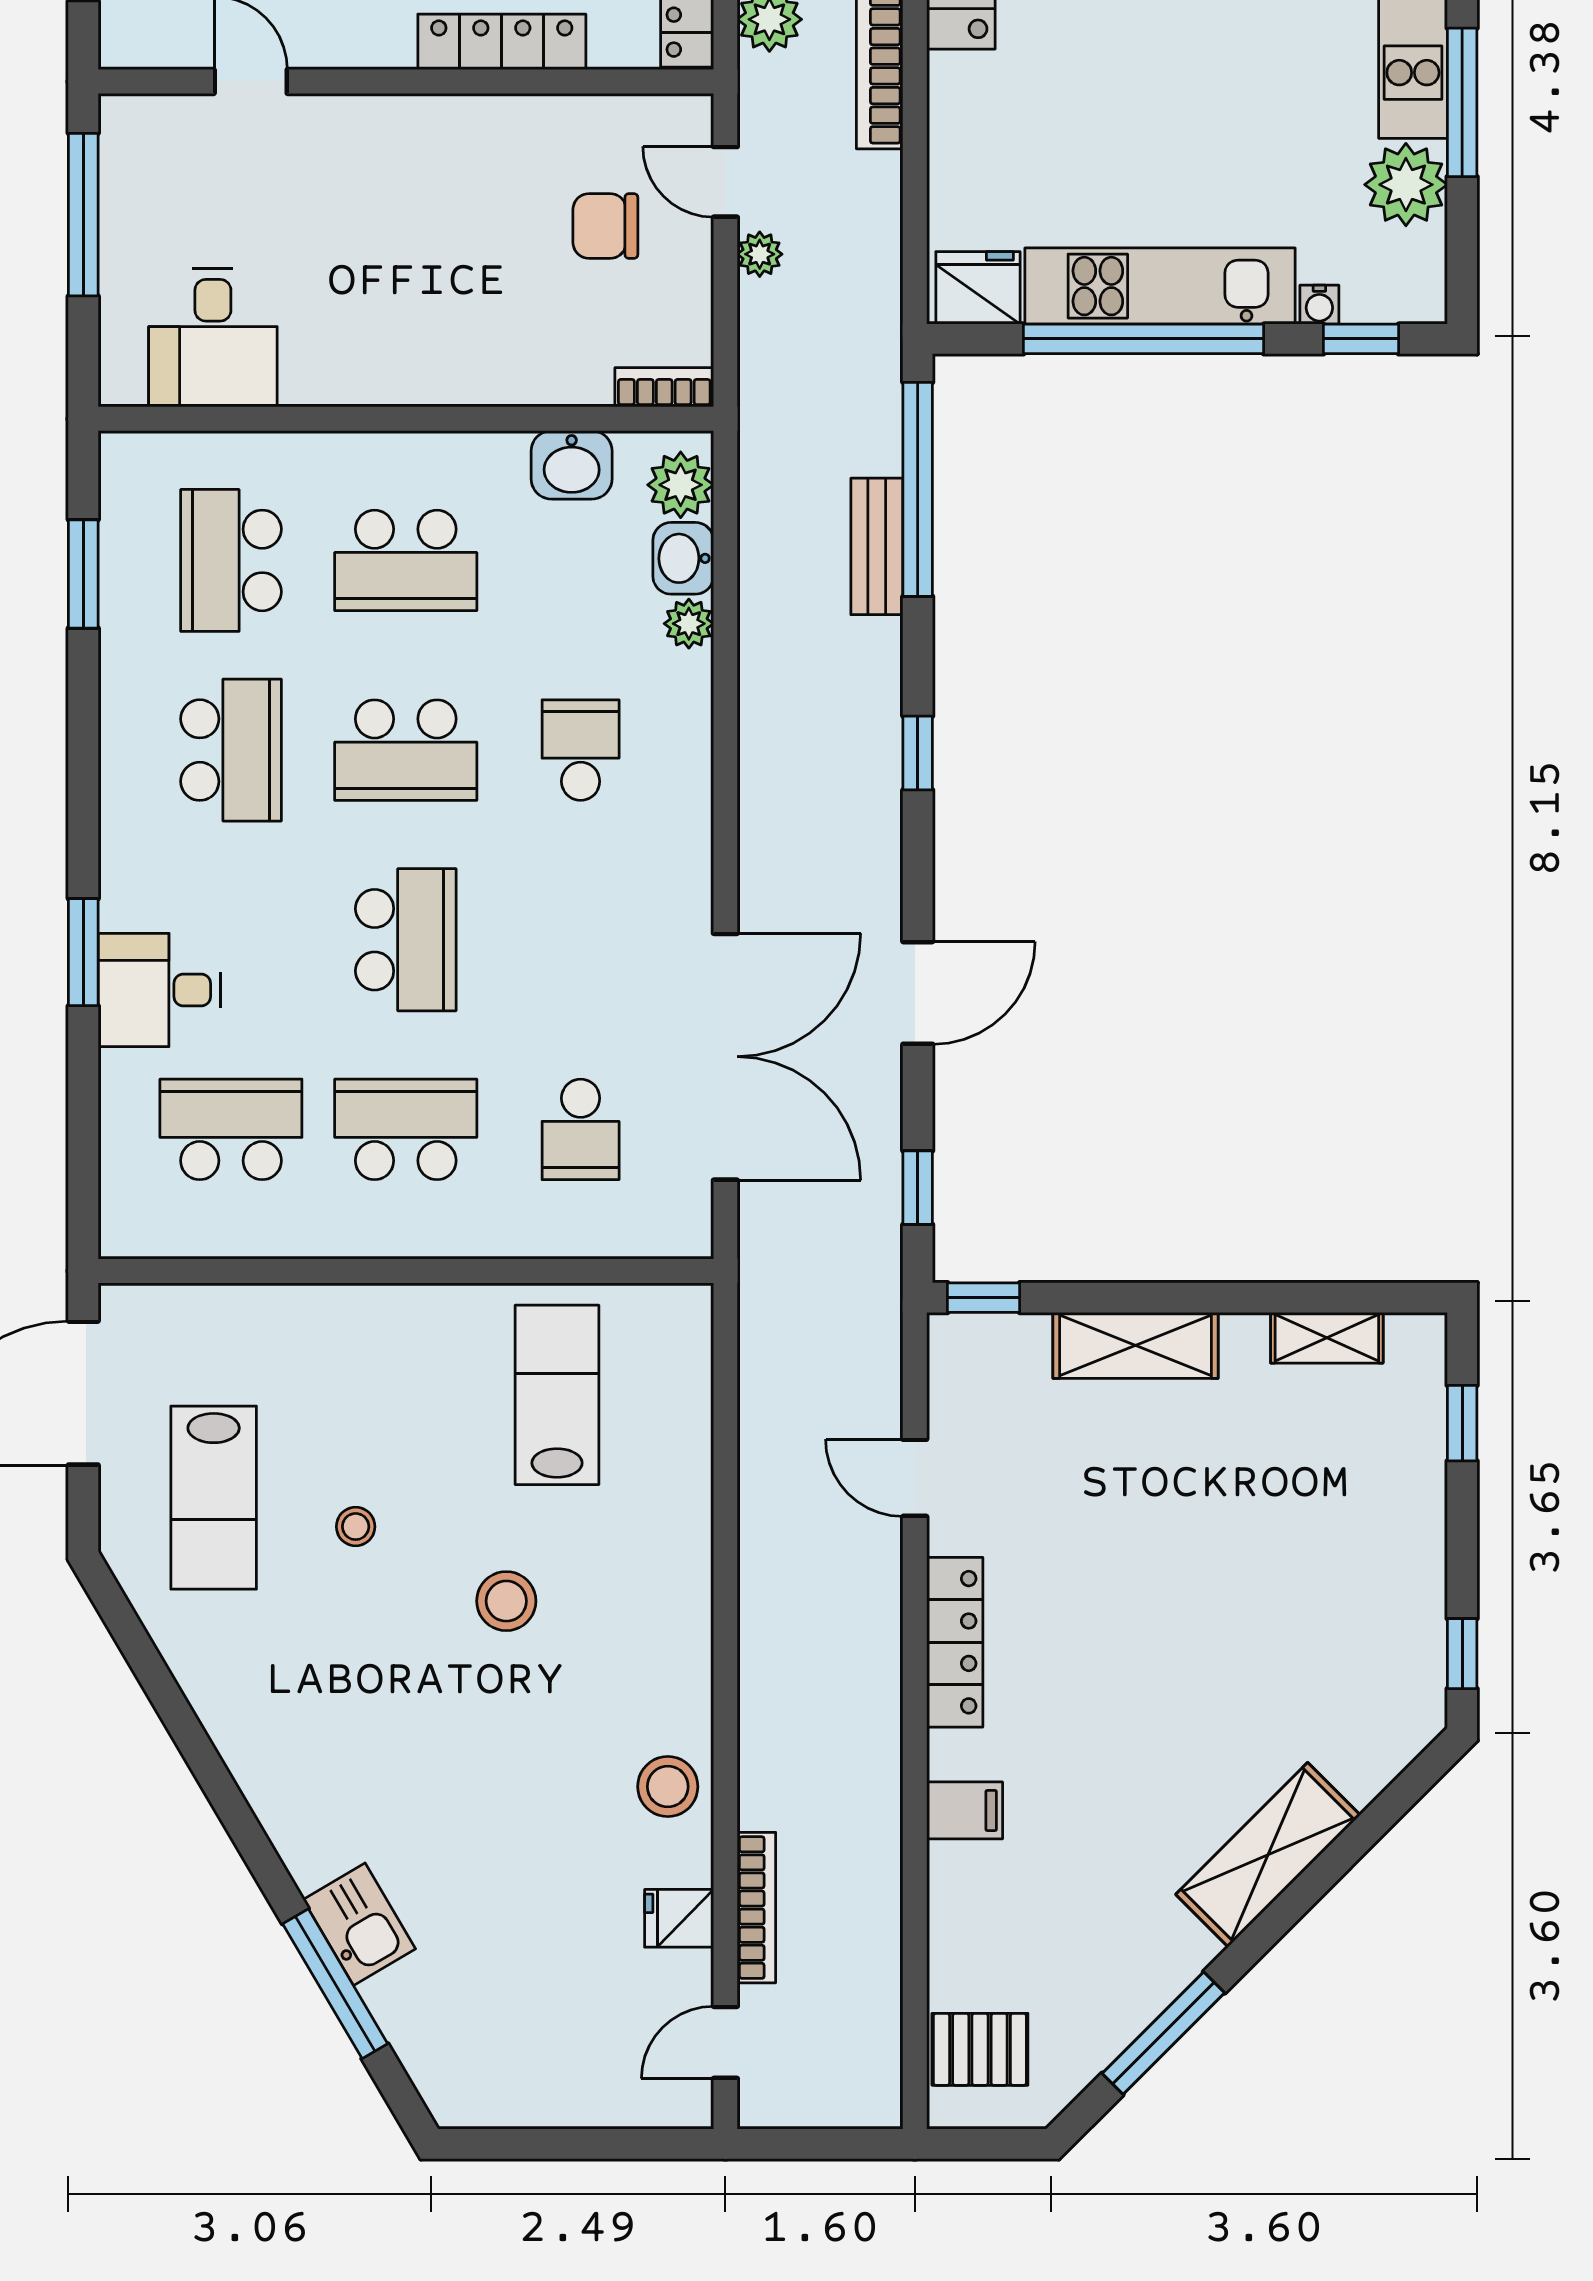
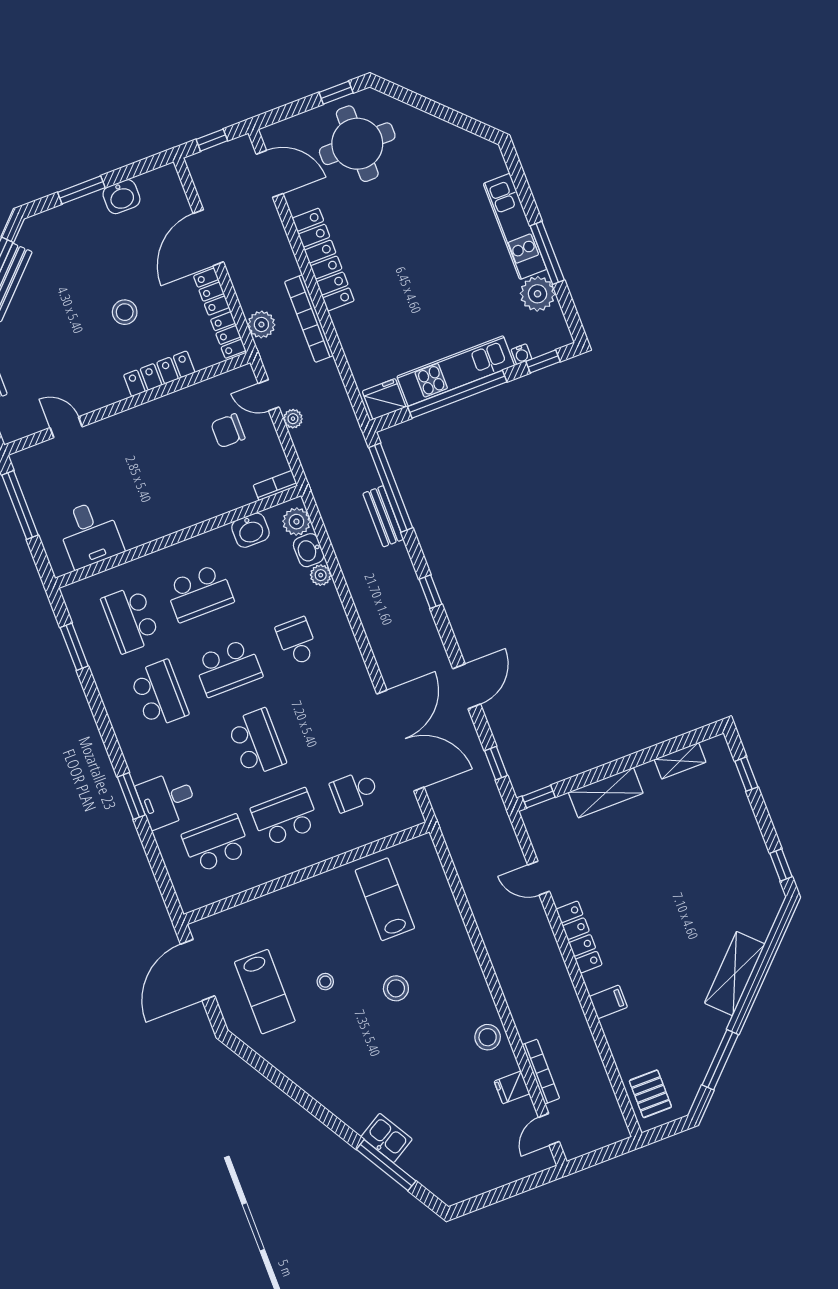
school desk: (581, 1129) -> (354, 791), turned 90
pallet: (980, 2049) -> (650, 1094), turned 90

